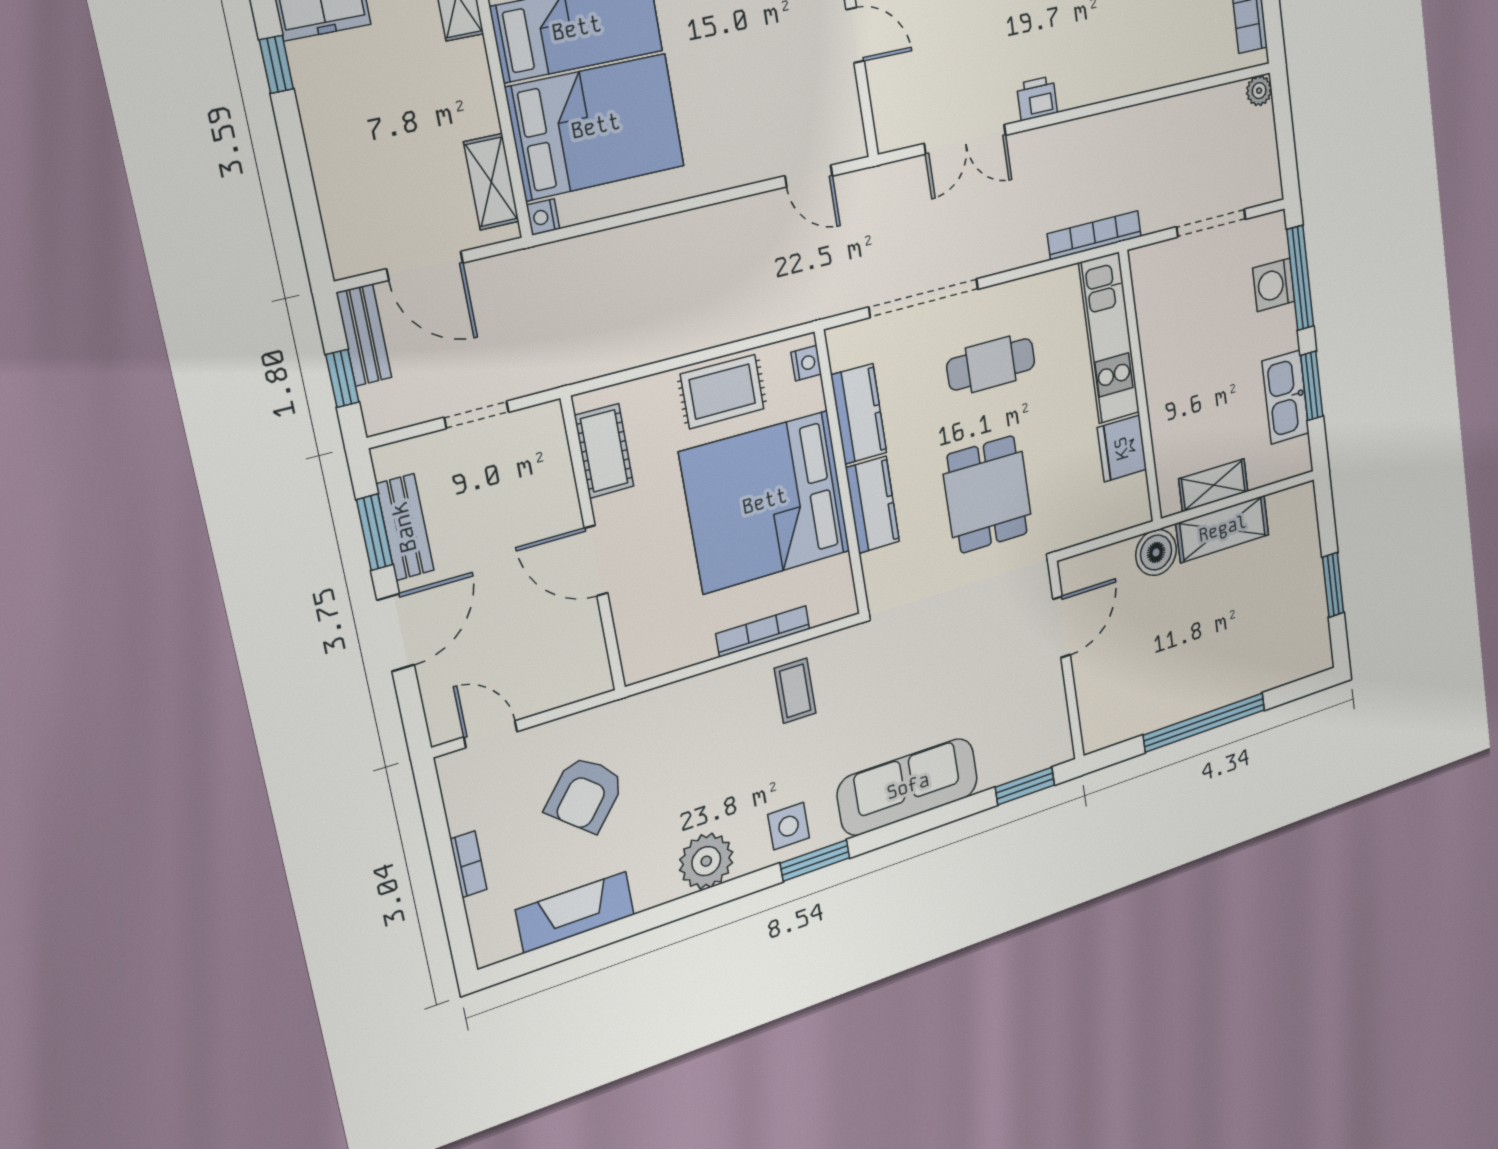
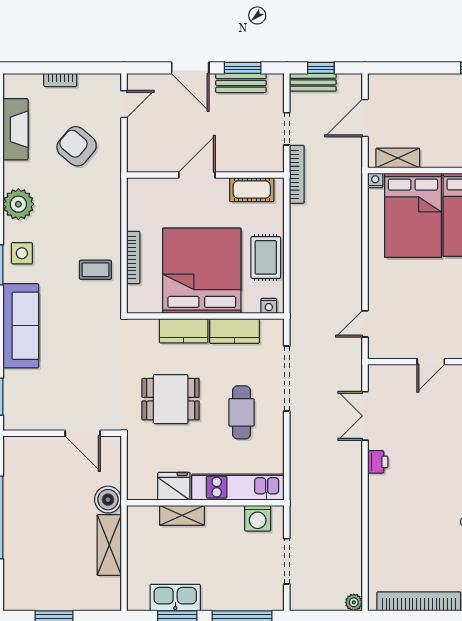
bookcase: (1094, 235) -> (297, 174), moved
washing machine: (1274, 285) -> (258, 518), moved, turned 180
bench: (364, 335) -> (313, 82), moved
shelving: (1213, 485) -> (182, 515), moved, turned 90

